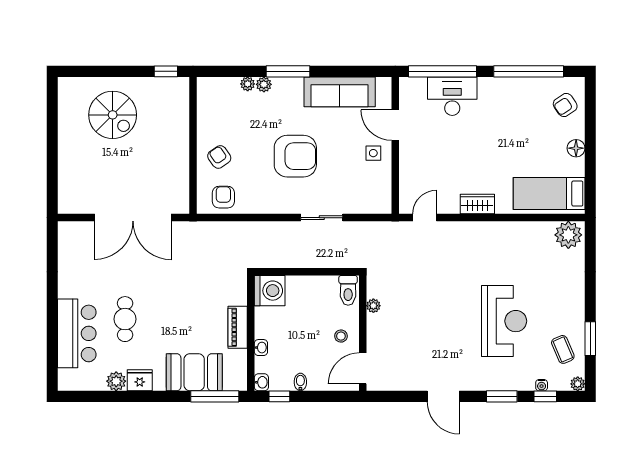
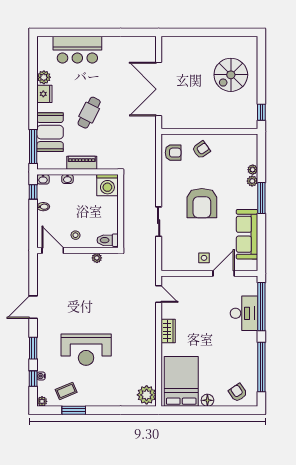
bed: (549, 194) -> (181, 381), width x1.50
cafe table: (125, 319) -> (89, 113), moved, turned -63

